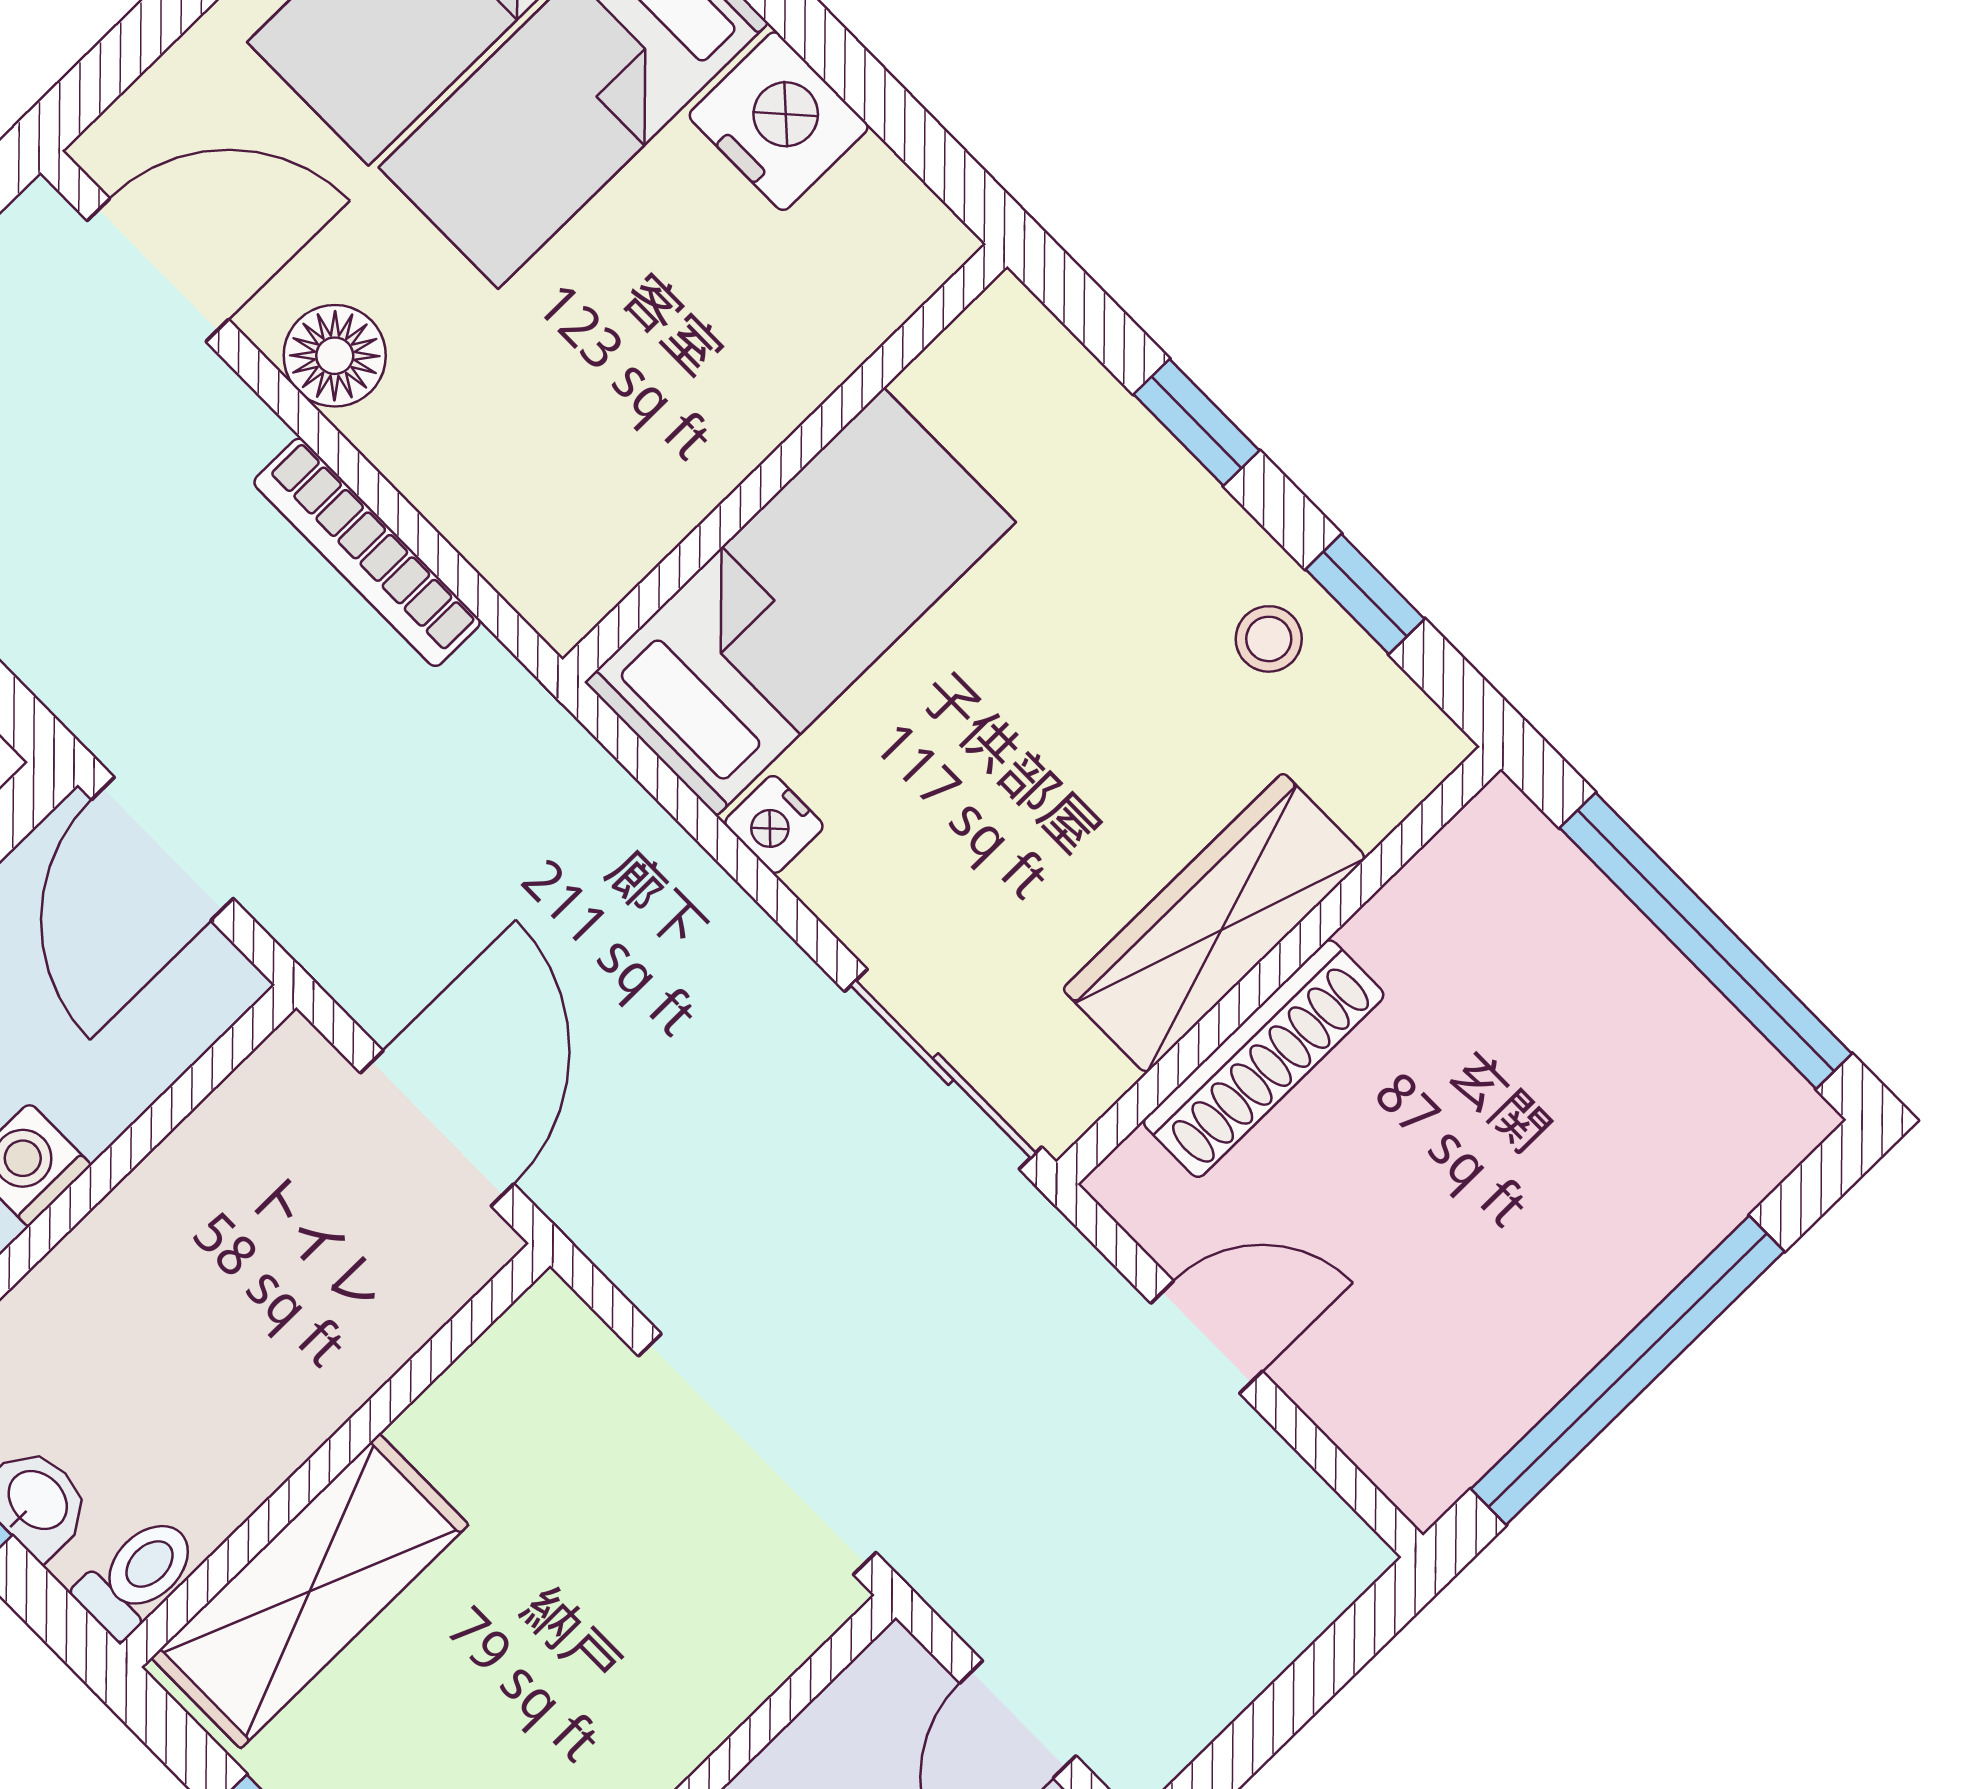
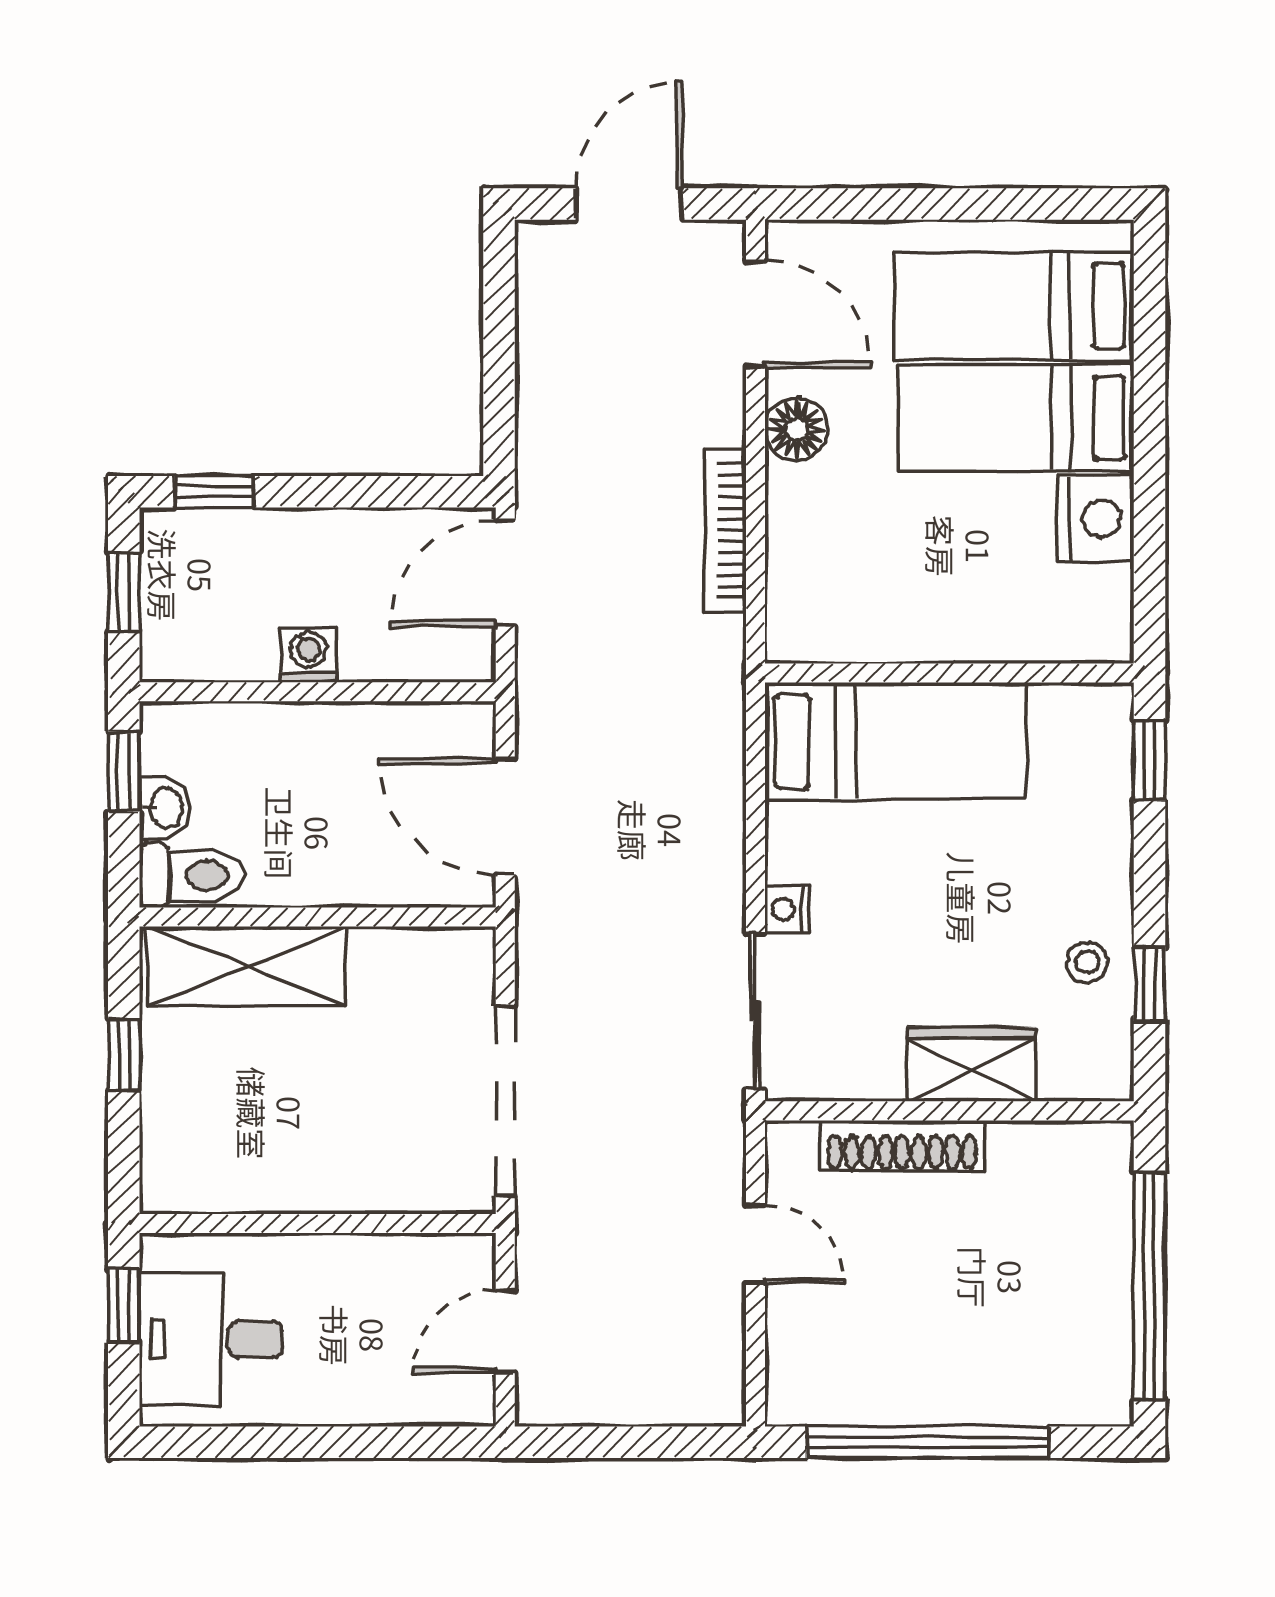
window: (1196, 422) -> (1149, 760), moved
nightstand: (774, 824) -> (787, 909), moved
wardrobe: (1215, 923) -> (971, 1064), width x0.67
door: (437, 1128) -> (505, 817), swing flipped
toilet: (137, 1576) -> (192, 876), width x1.37, depth x1.39

